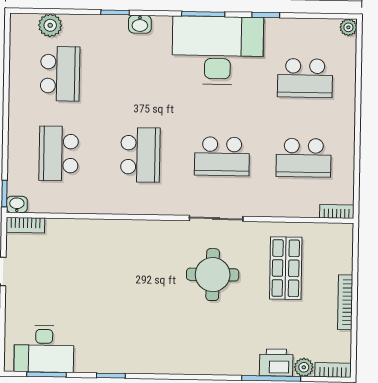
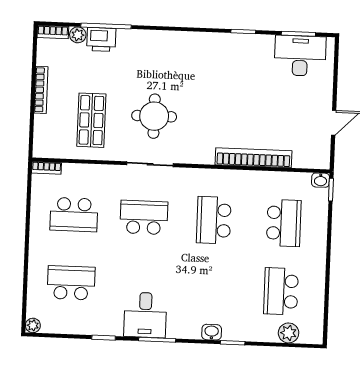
desk: (218, 50) -> (145, 315), width x0.53, depth x0.77
school desk: (304, 158) -> (74, 215), turned 180
bookcase: (25, 225) -> (253, 158), moved, width x2.31, depth x1.31

